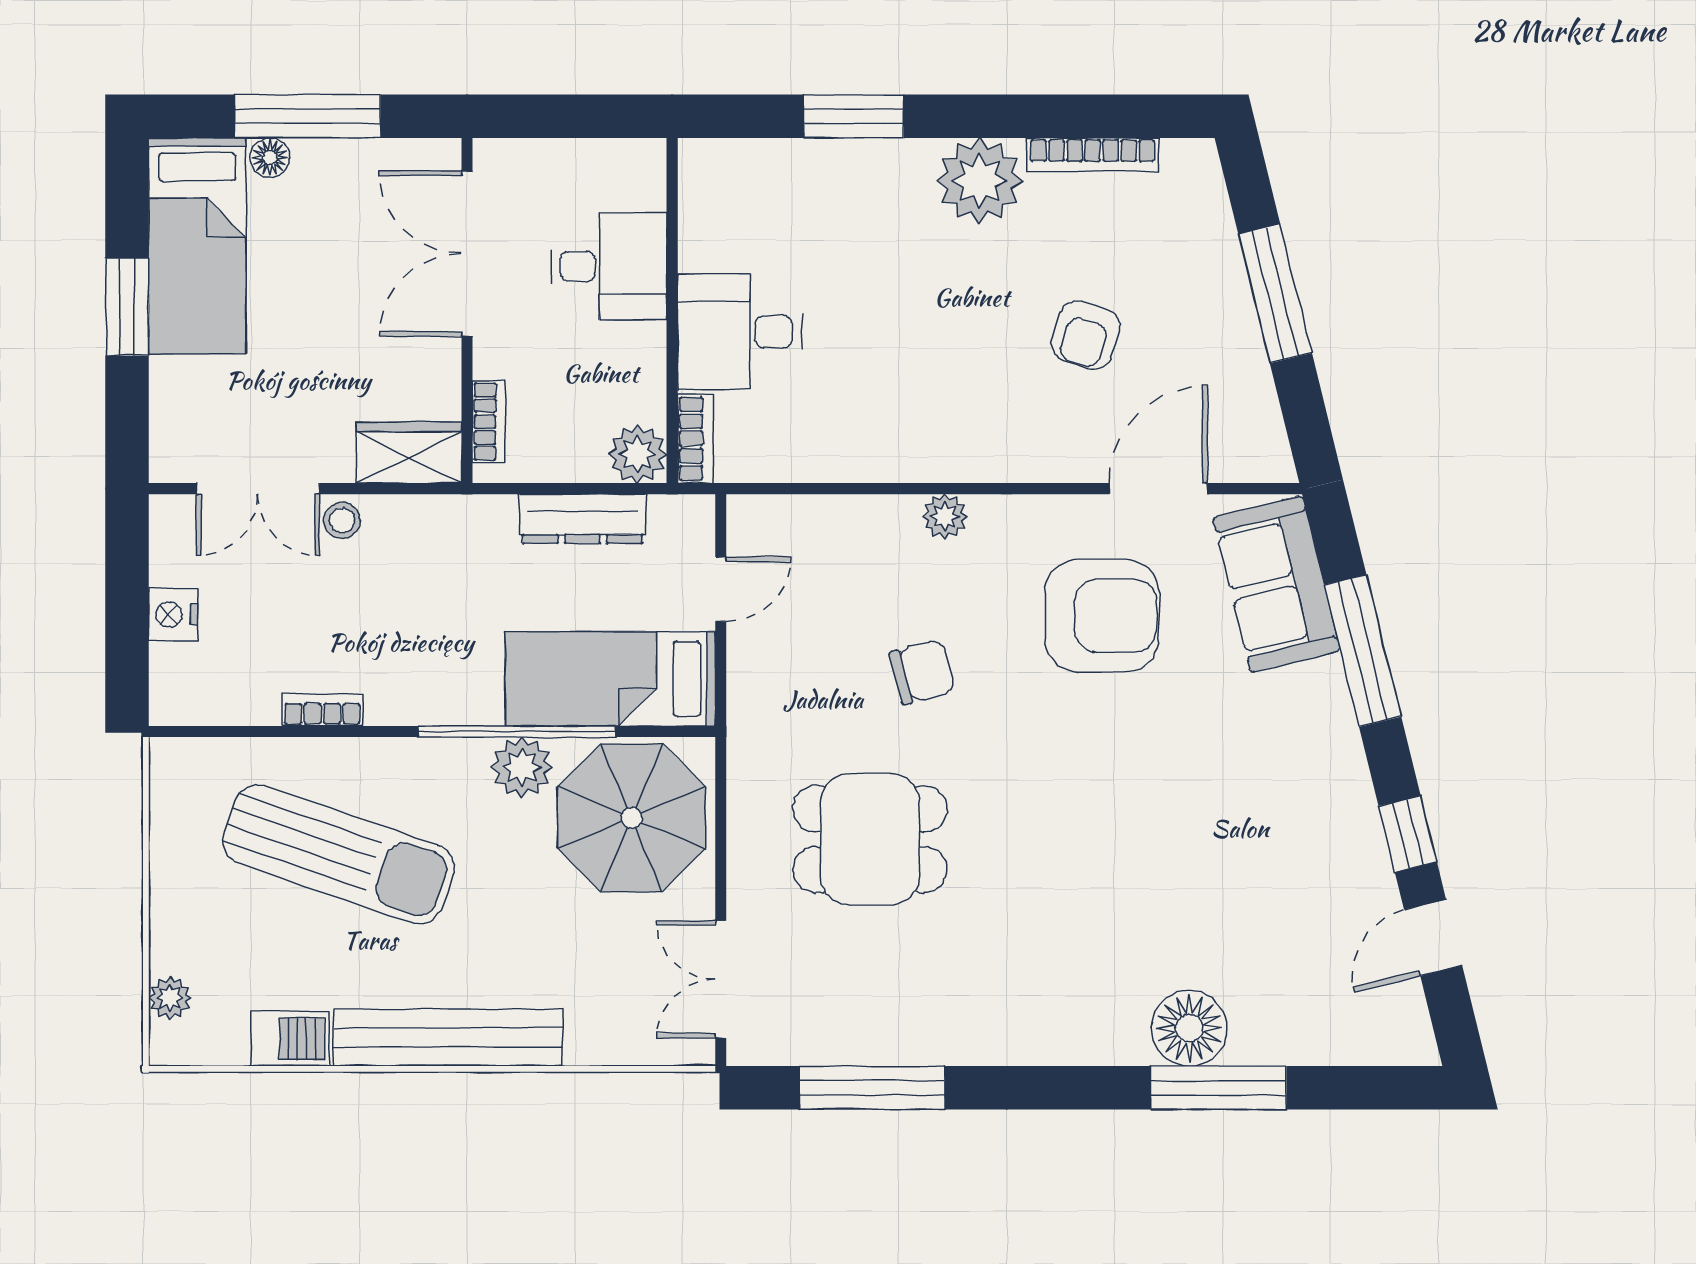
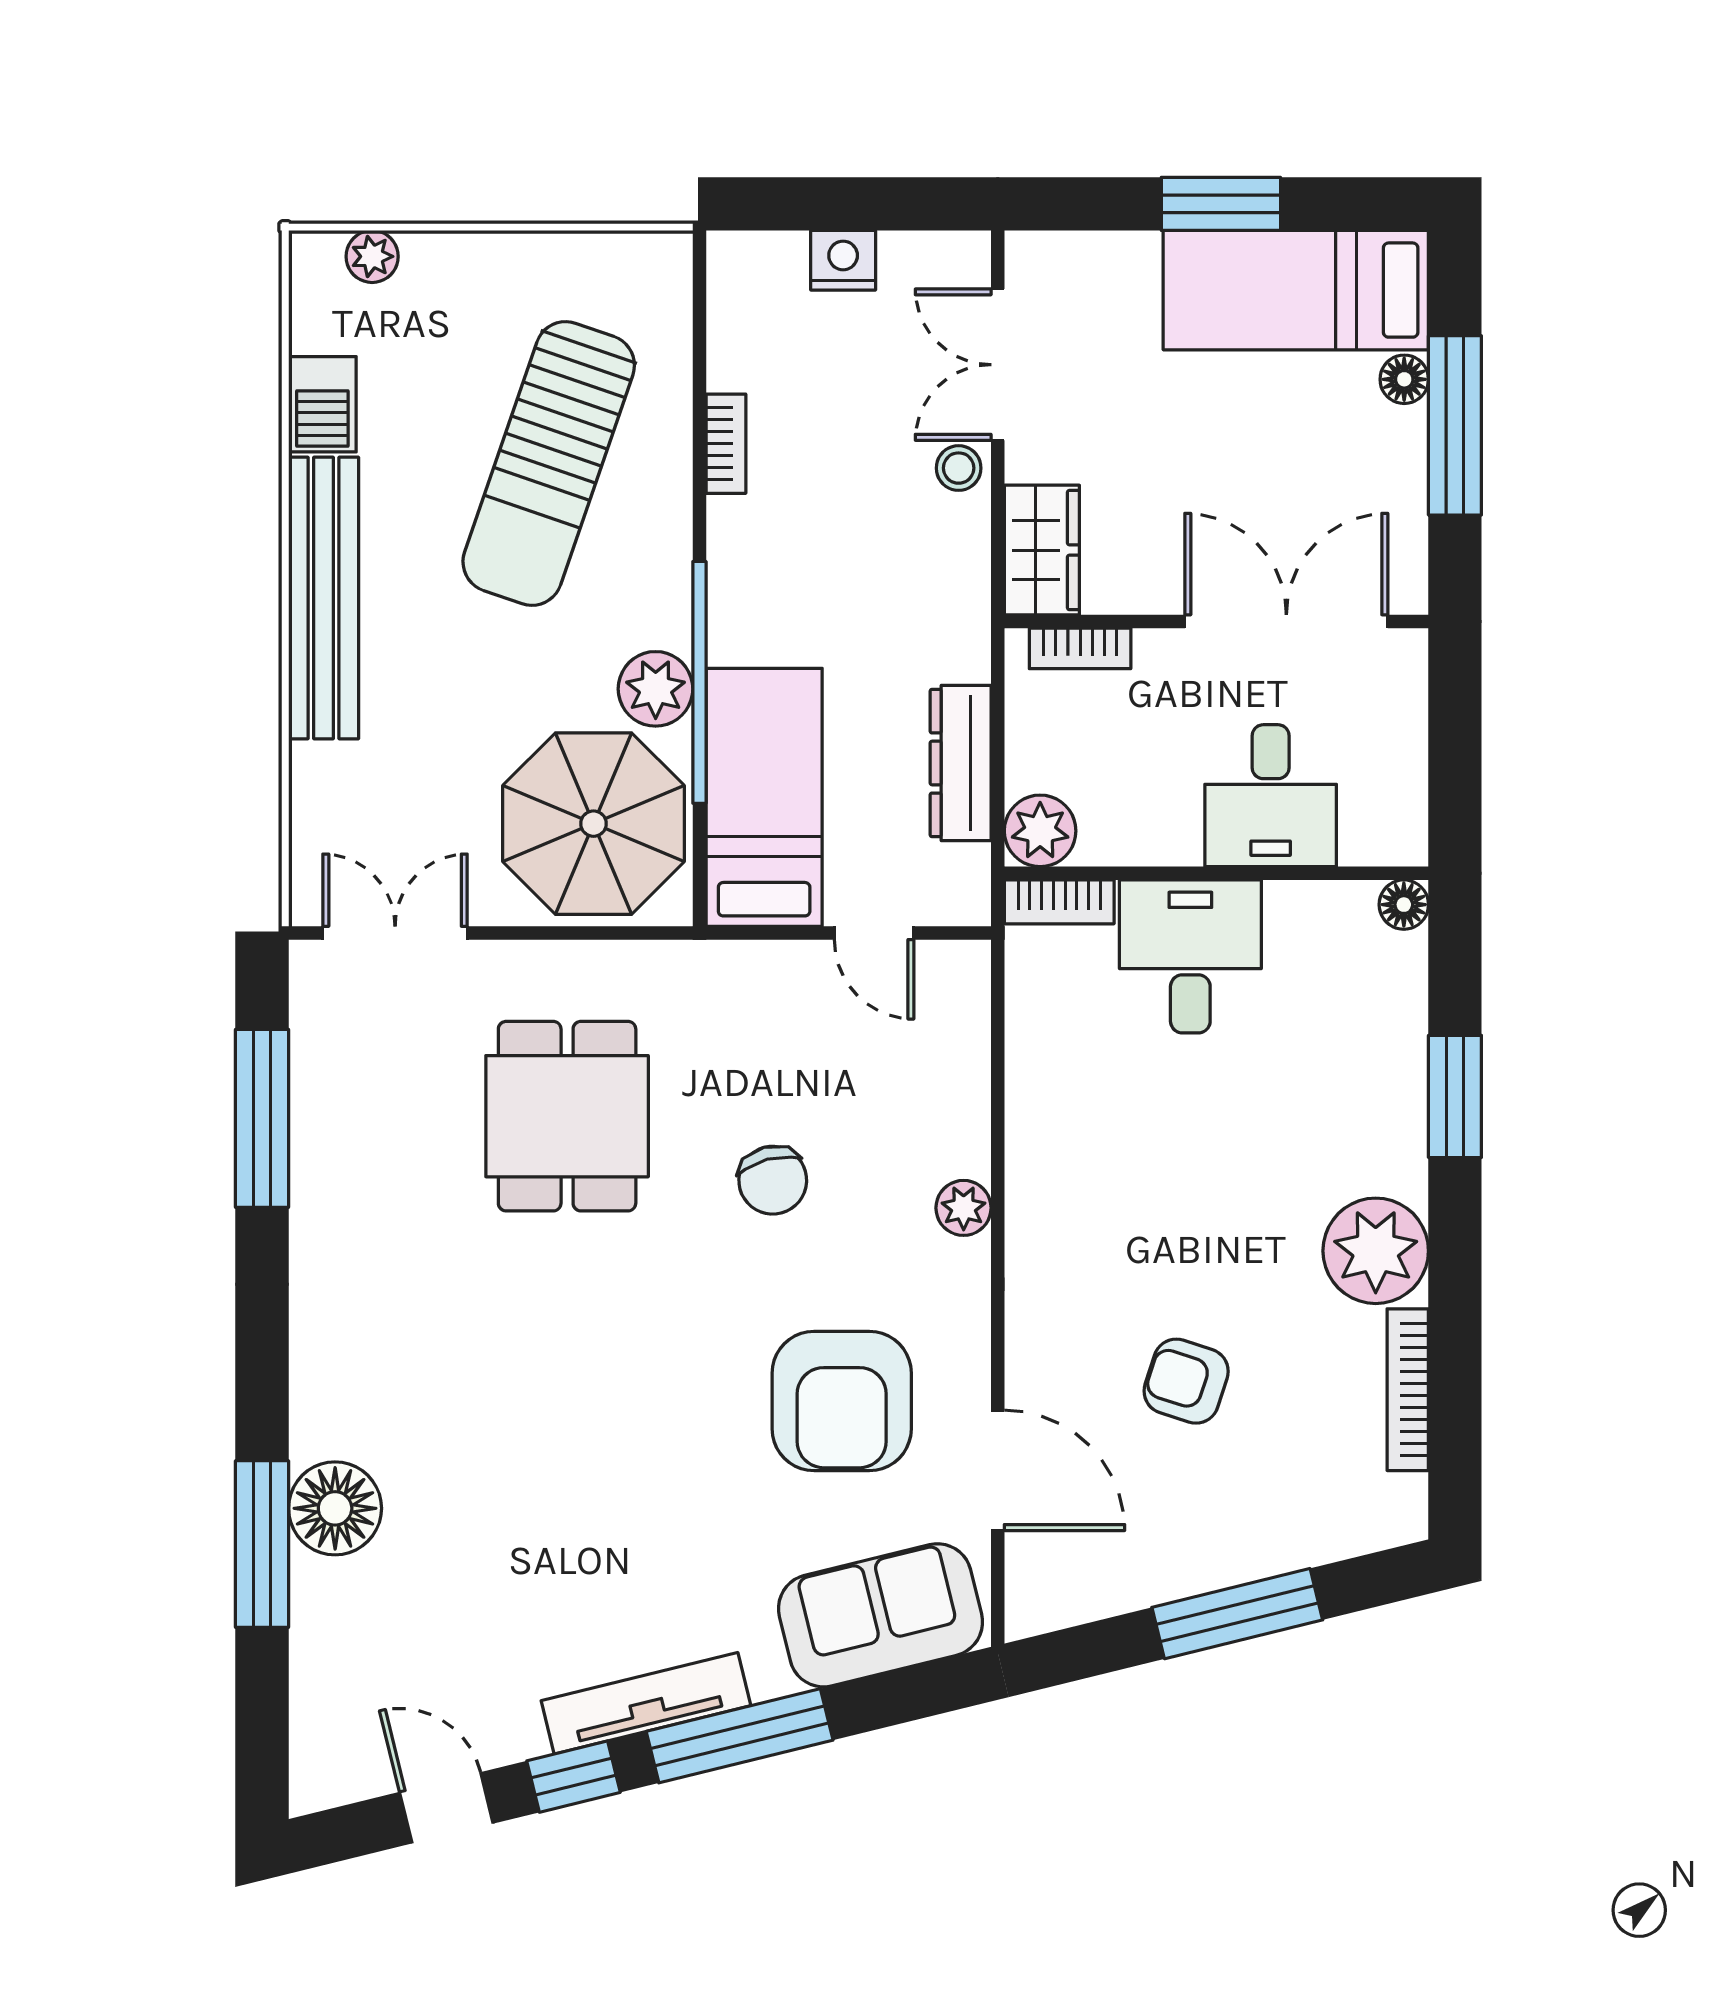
floor lamp: (698, 158) -> (1404, 905), added
window: (1363, 651) -> (740, 1736), moved
tv unit: (1348, 775) -> (646, 1703), added

